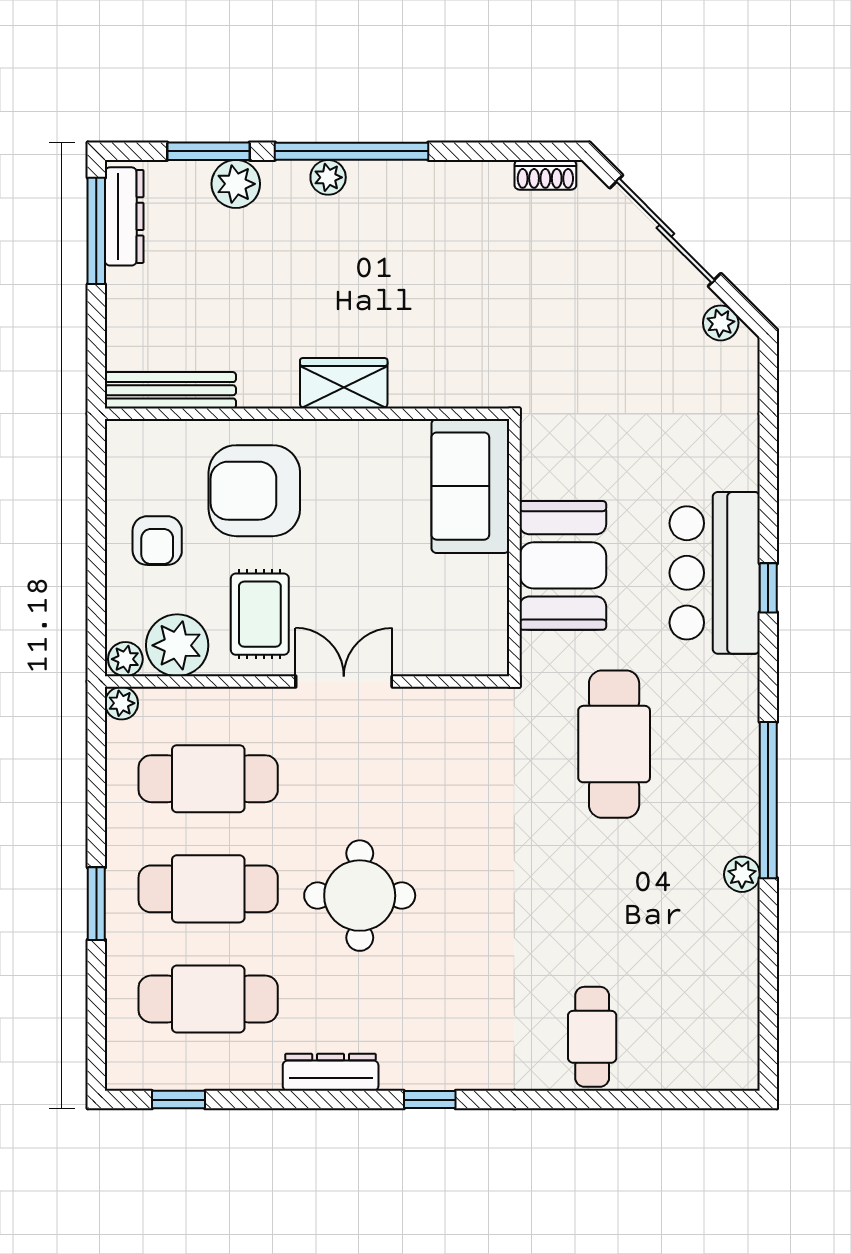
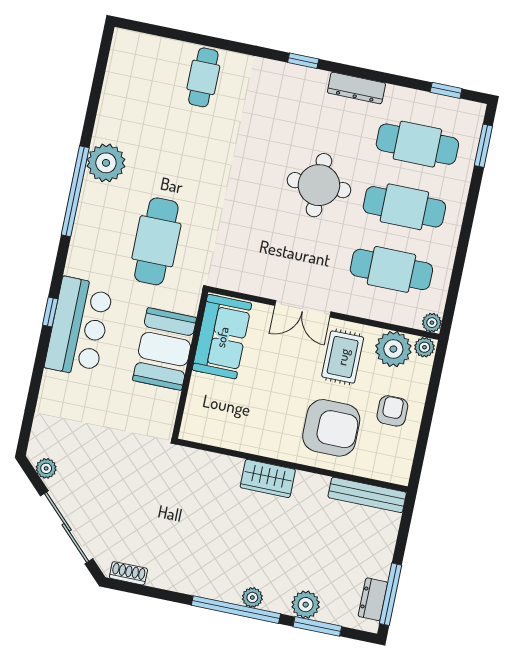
dresser: (124, 216) -> (373, 599), width x0.70
sofa: (470, 486) -> (222, 337), moved
plant: (742, 874) -> (106, 163), width x1.88, depth x1.88
window: (96, 904) -> (483, 146), moved

